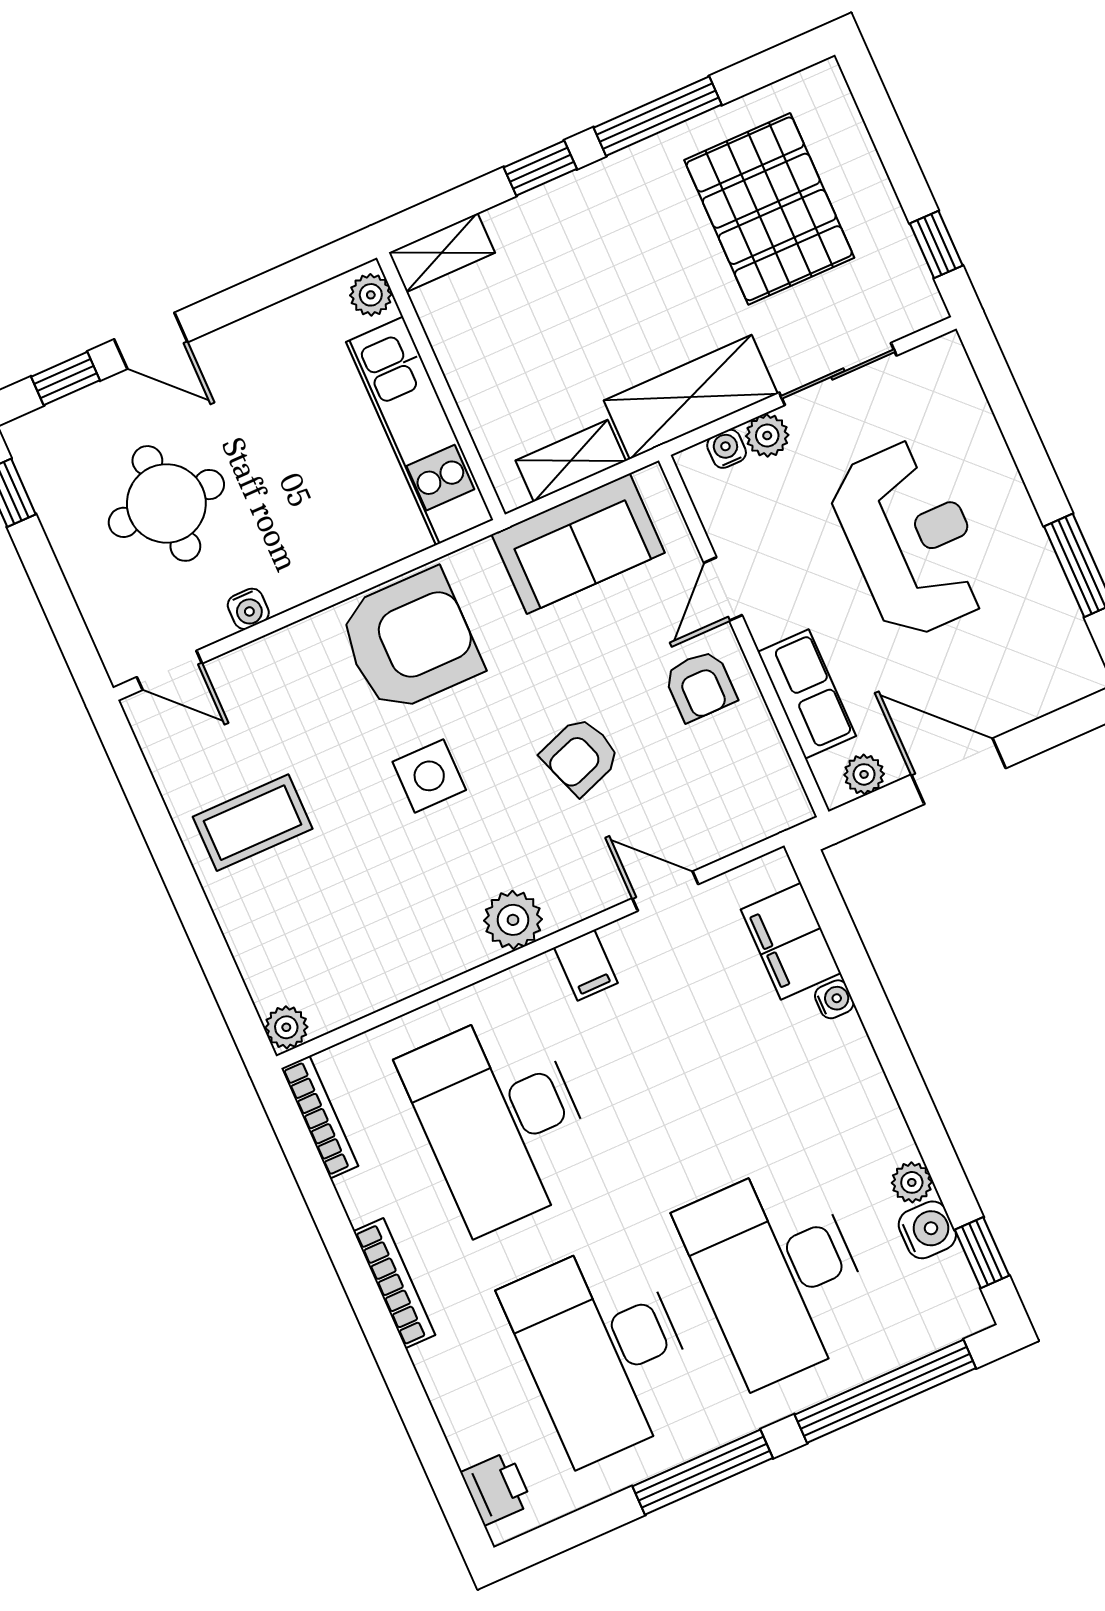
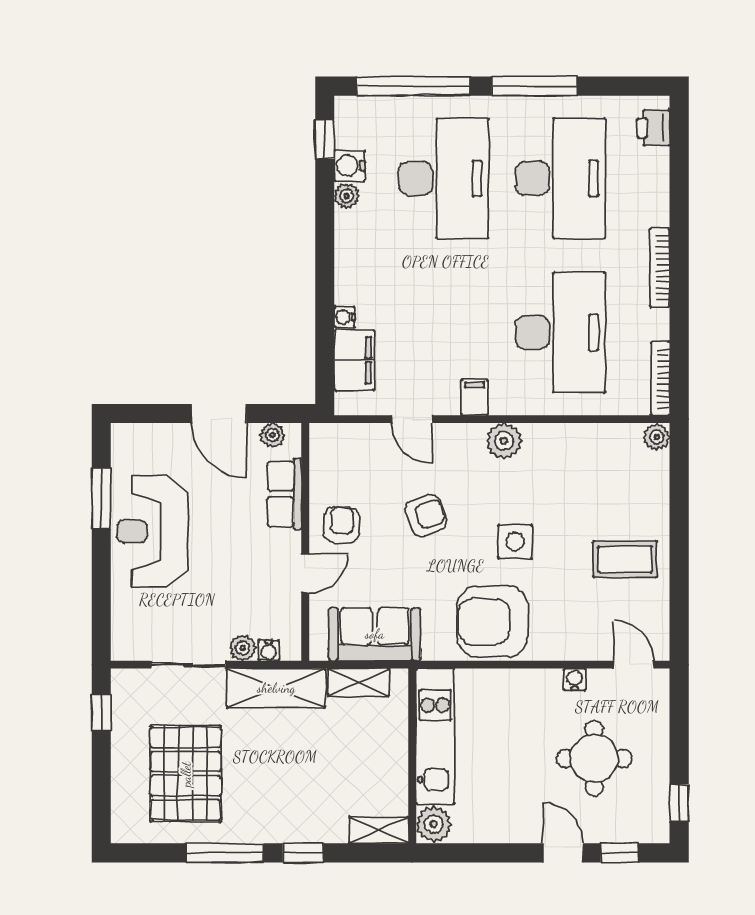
plant: (371, 295) -> (434, 824), width x1.38, depth x1.38
reception desk: (911, 539) -> (152, 531), moved

